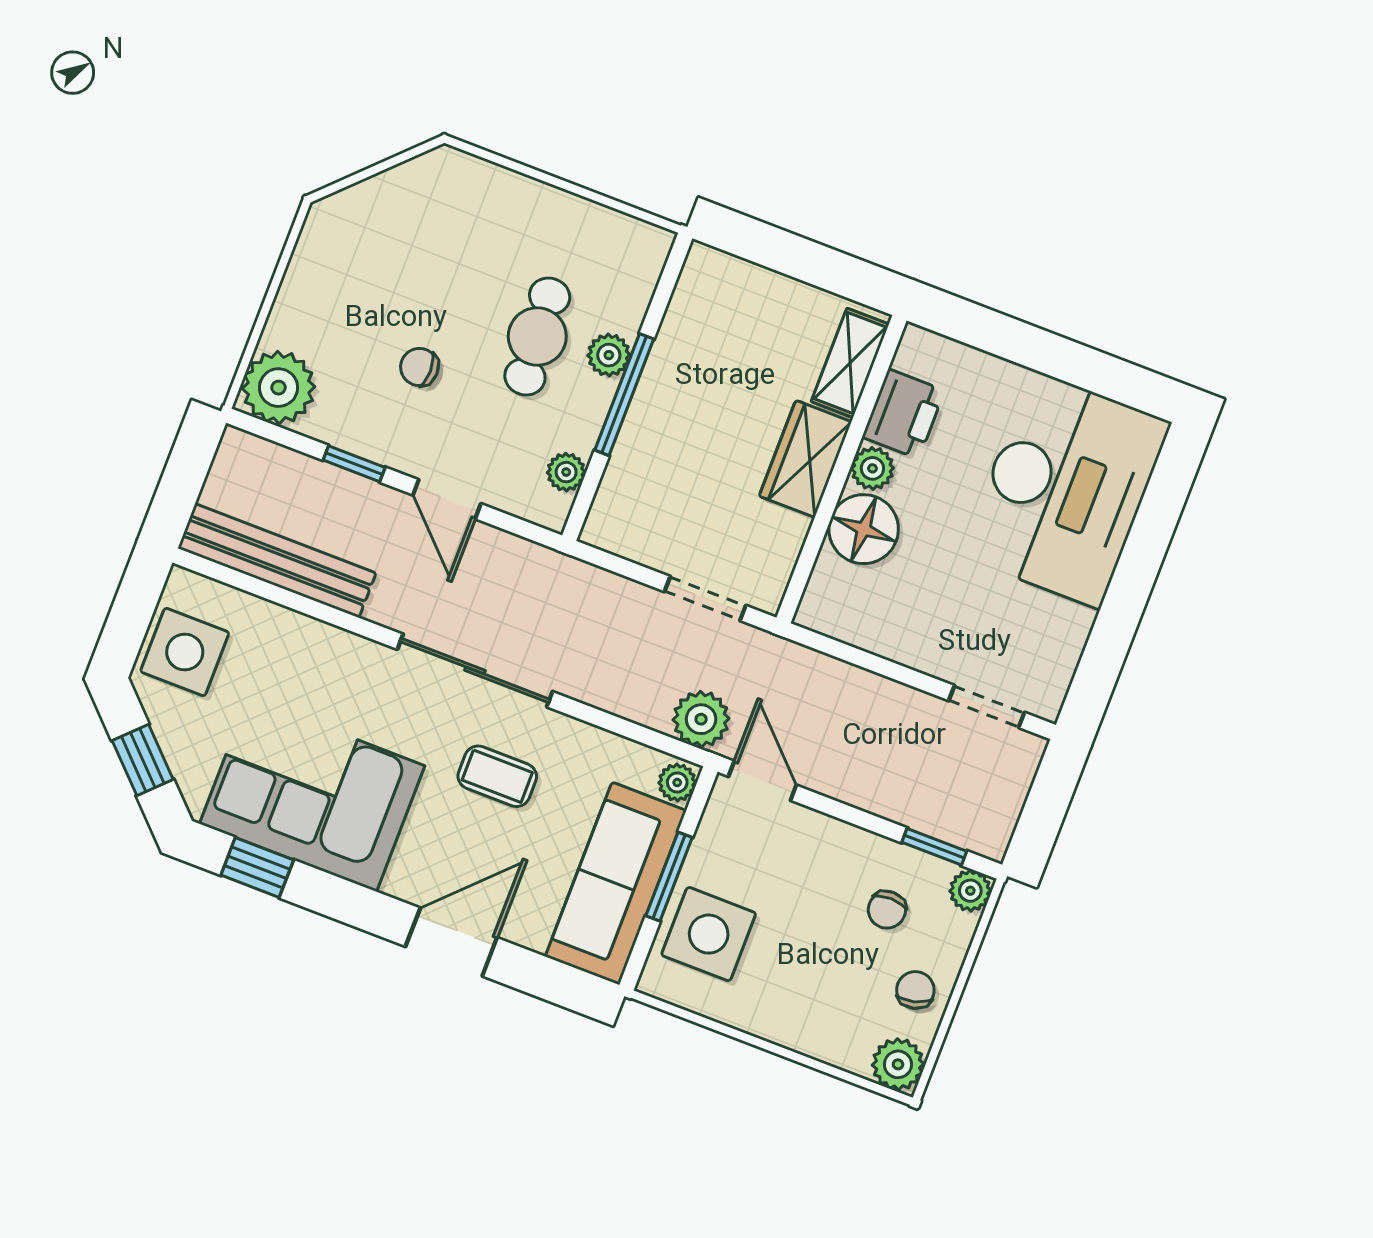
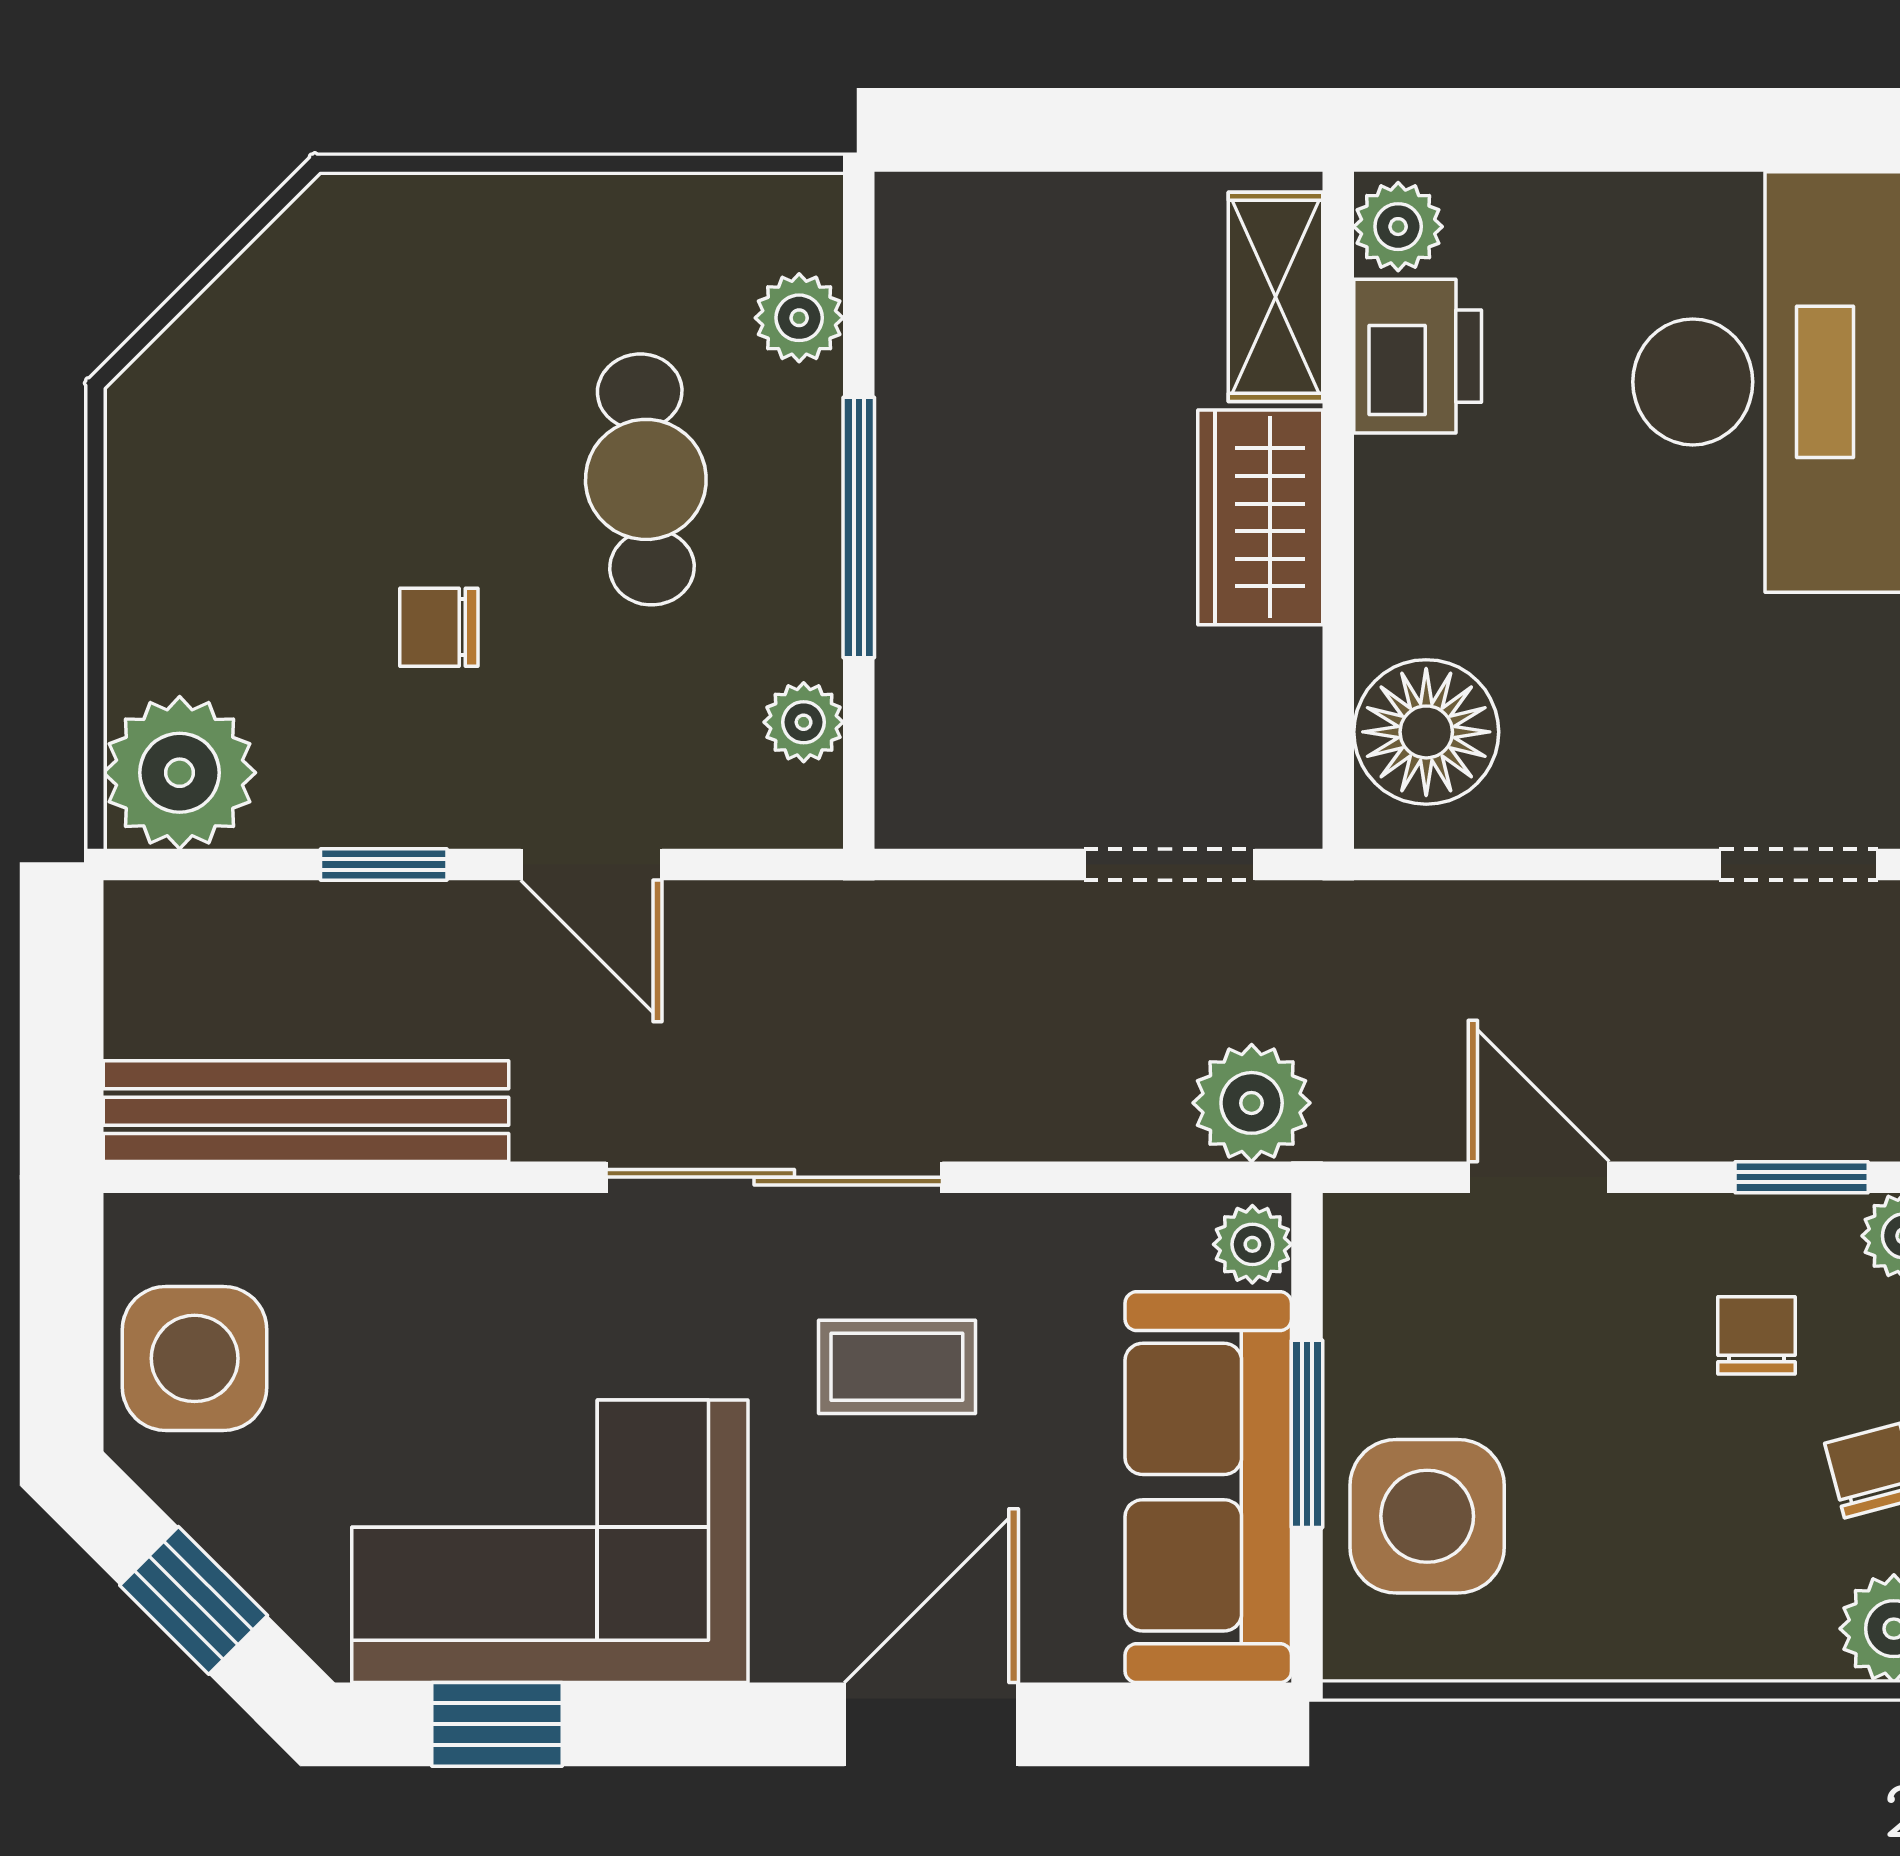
plant: (609, 355) -> (799, 318), moved
plant: (872, 468) -> (1398, 227), moved
floor lamp: (864, 529) -> (1426, 732), moved
door: (762, 781) -> (1539, 1177), moved
chair: (887, 910) -> (1757, 1335), turned 180

